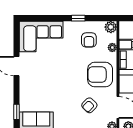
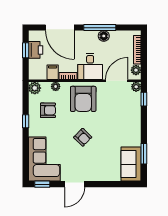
armchair: (89, 105) -> (83, 137), moved
window: (17, 112) -> (42, 184), moved

